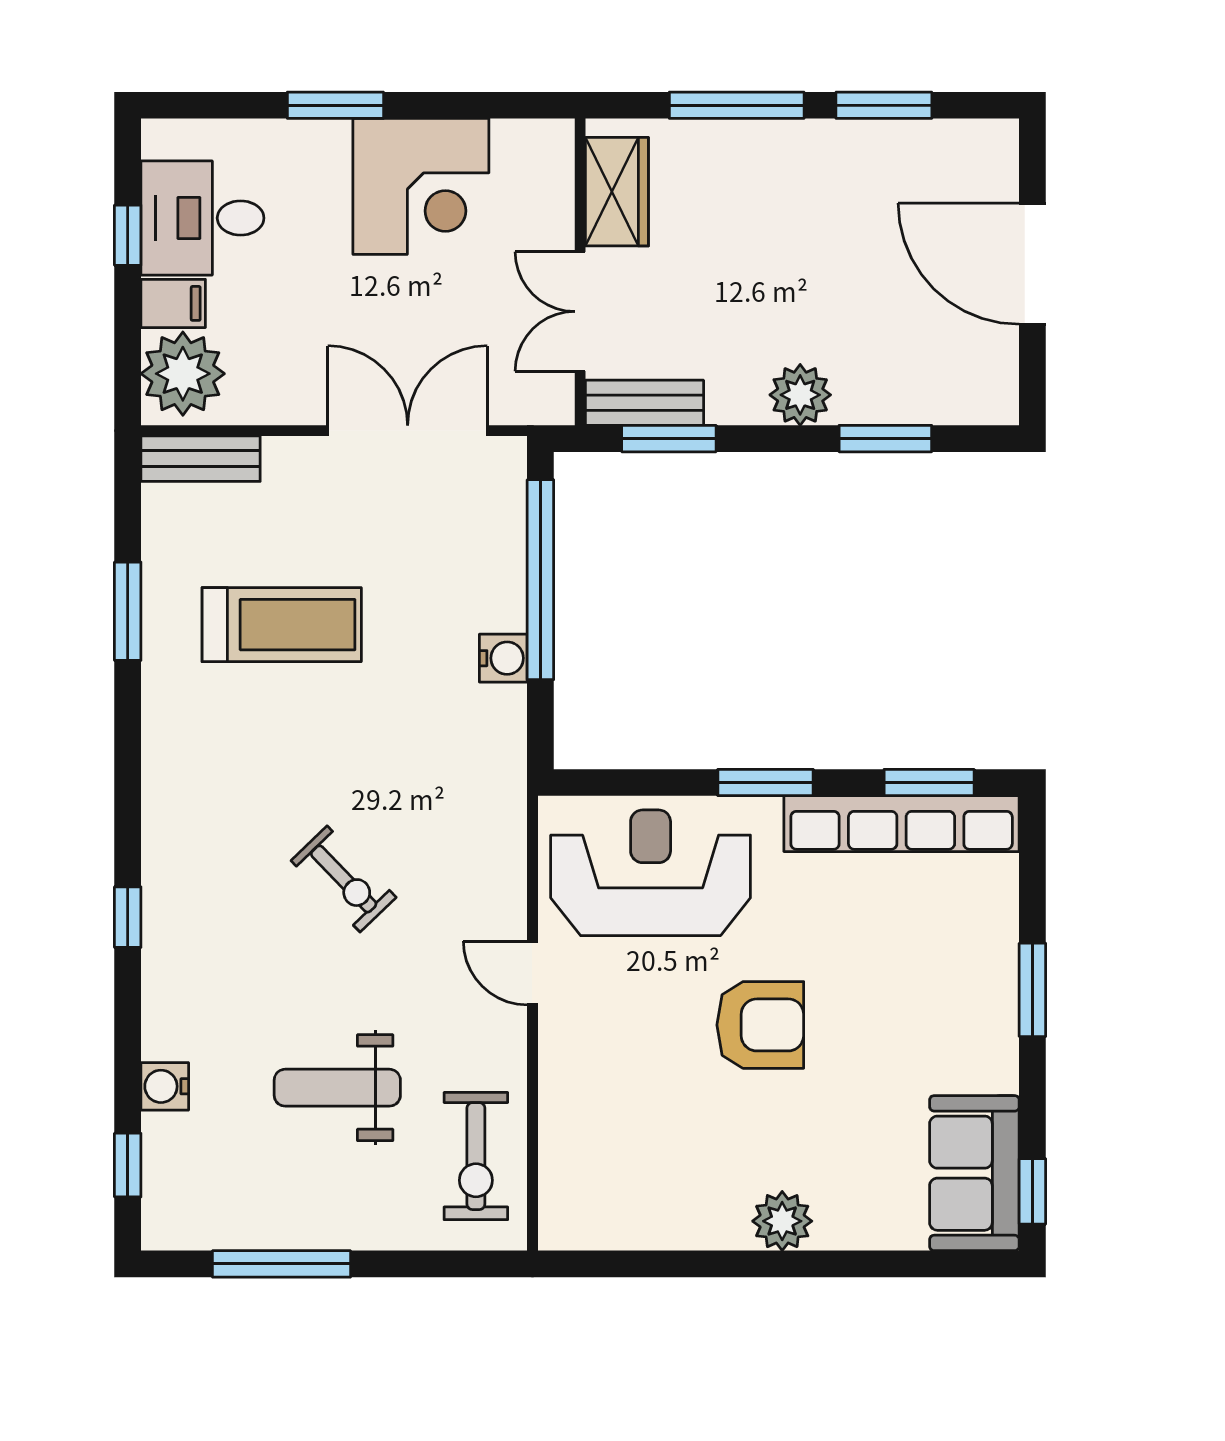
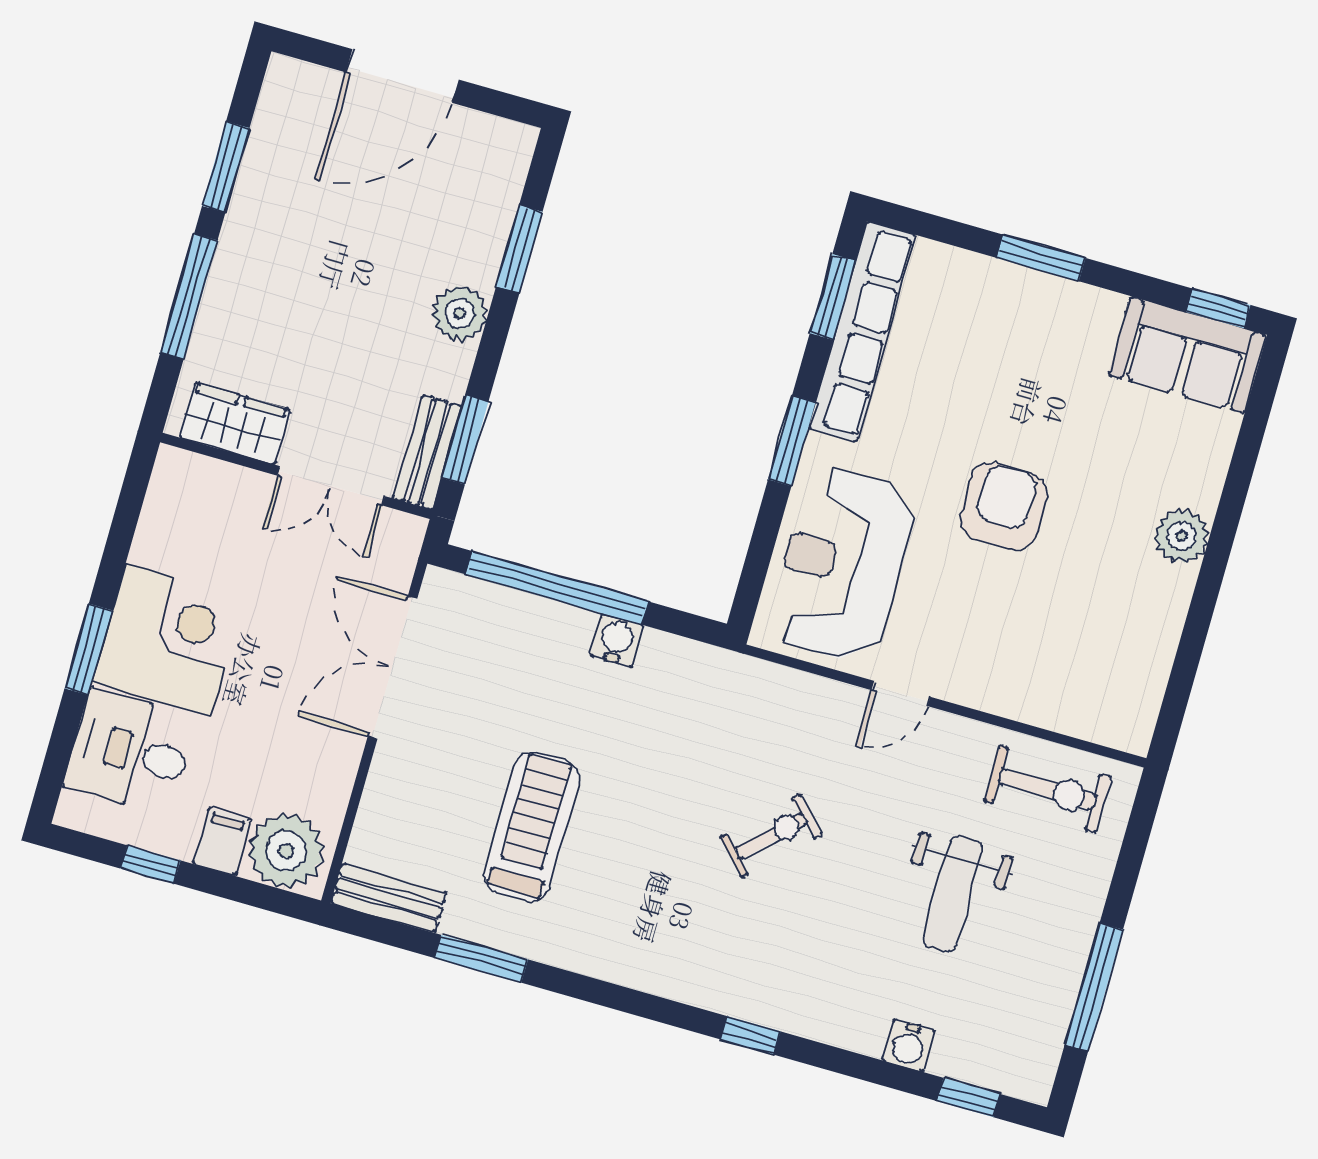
corner desk: (421, 186) -> (168, 640), moved
desk: (202, 218) -> (130, 752), moved, turned 90
bench: (201, 459) -> (389, 898), moved, turned 90

